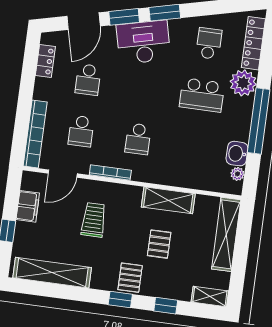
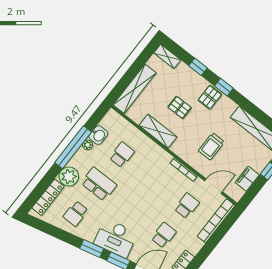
school desk: (138, 139) -> (122, 155), moved
plant: (237, 174) -> (88, 145), moved
pallet: (159, 244) -> (180, 107), turned 90

